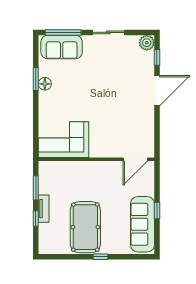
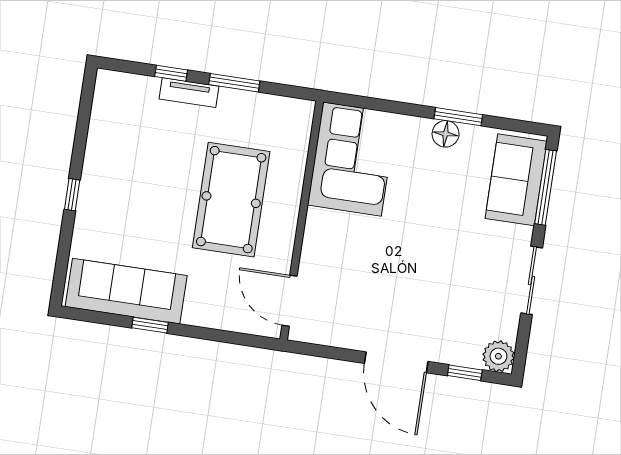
corner sofa: (64, 140) -> (352, 159), moved
wall: (96, 159) -> (302, 221), moved
door: (135, 159) -> (289, 301), moved
pool table: (85, 227) -> (231, 200), moved, turned 90

